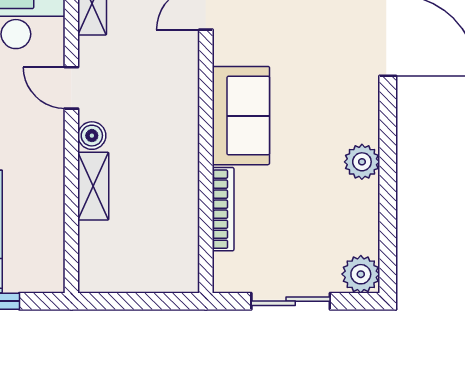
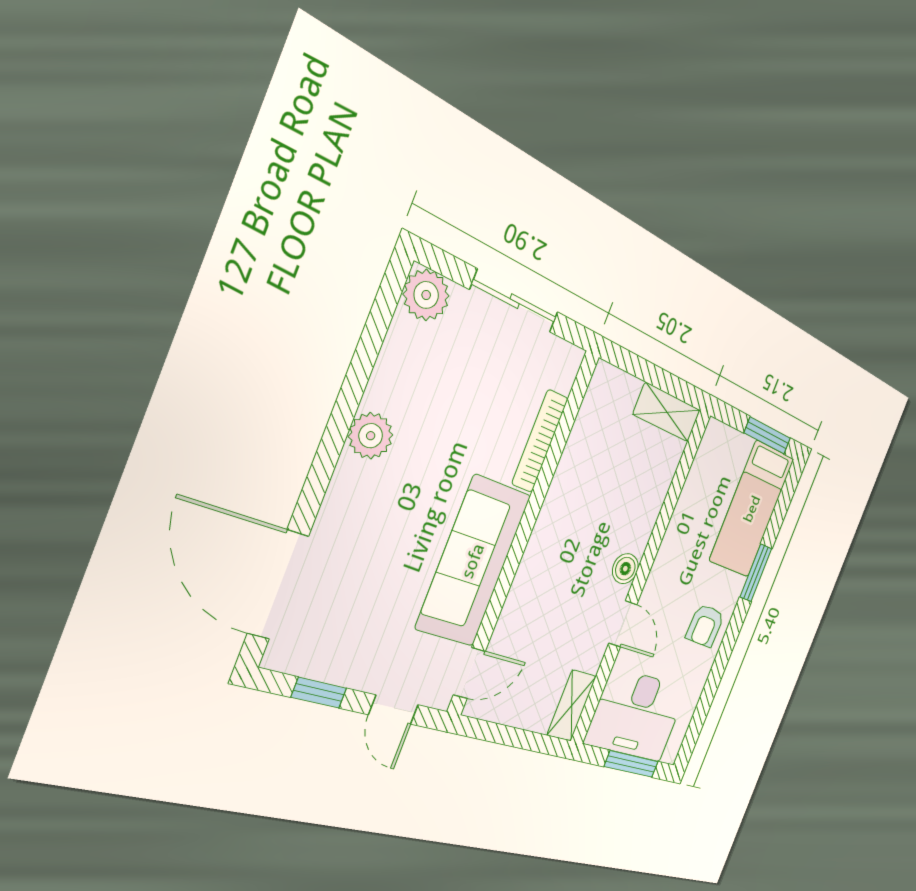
sofa: (241, 116) -> (473, 561), width x1.36
shelving: (93, 186) -> (667, 412), moved, turned 90

